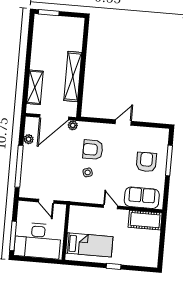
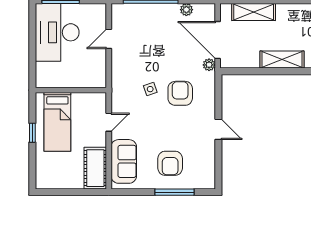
shelving: (73, 76) -> (282, 60), width x0.68
armchair: (146, 162) -> (170, 163), turned 90
wall: (66, 232) -> (71, 90), moved
bed: (89, 245) -> (57, 122), moved

